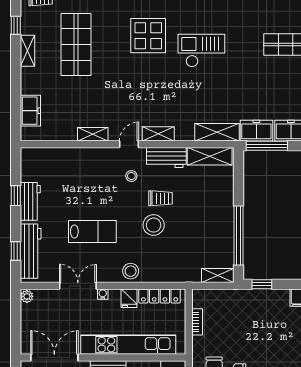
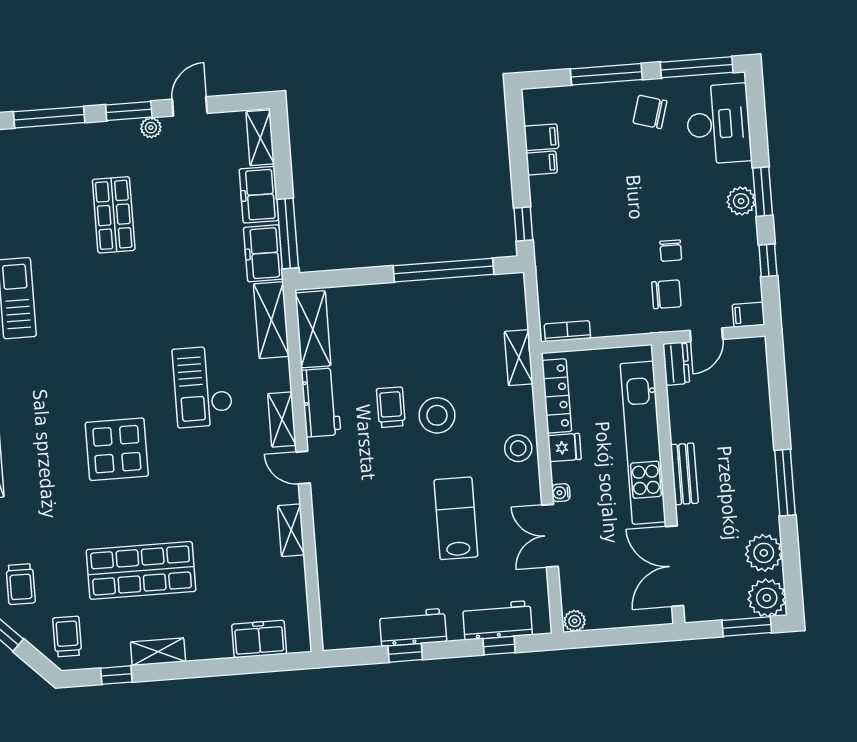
checkout: (201, 51) -> (203, 387), moved
stool: (131, 176) -> (357, 459), removed
workbench: (31, 251) -> (497, 620), width x0.73
shelving: (218, 275) -> (519, 358), moved
bookcase: (197, 322) -> (567, 331), moved

